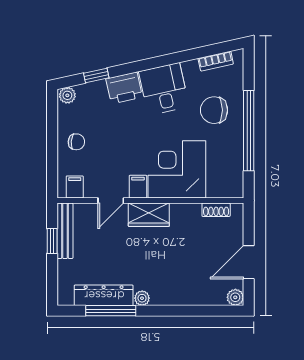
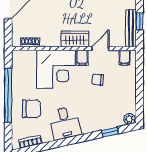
printer: (124, 88) -> (91, 124), removed
chair: (76, 142) -> (98, 80), moved

